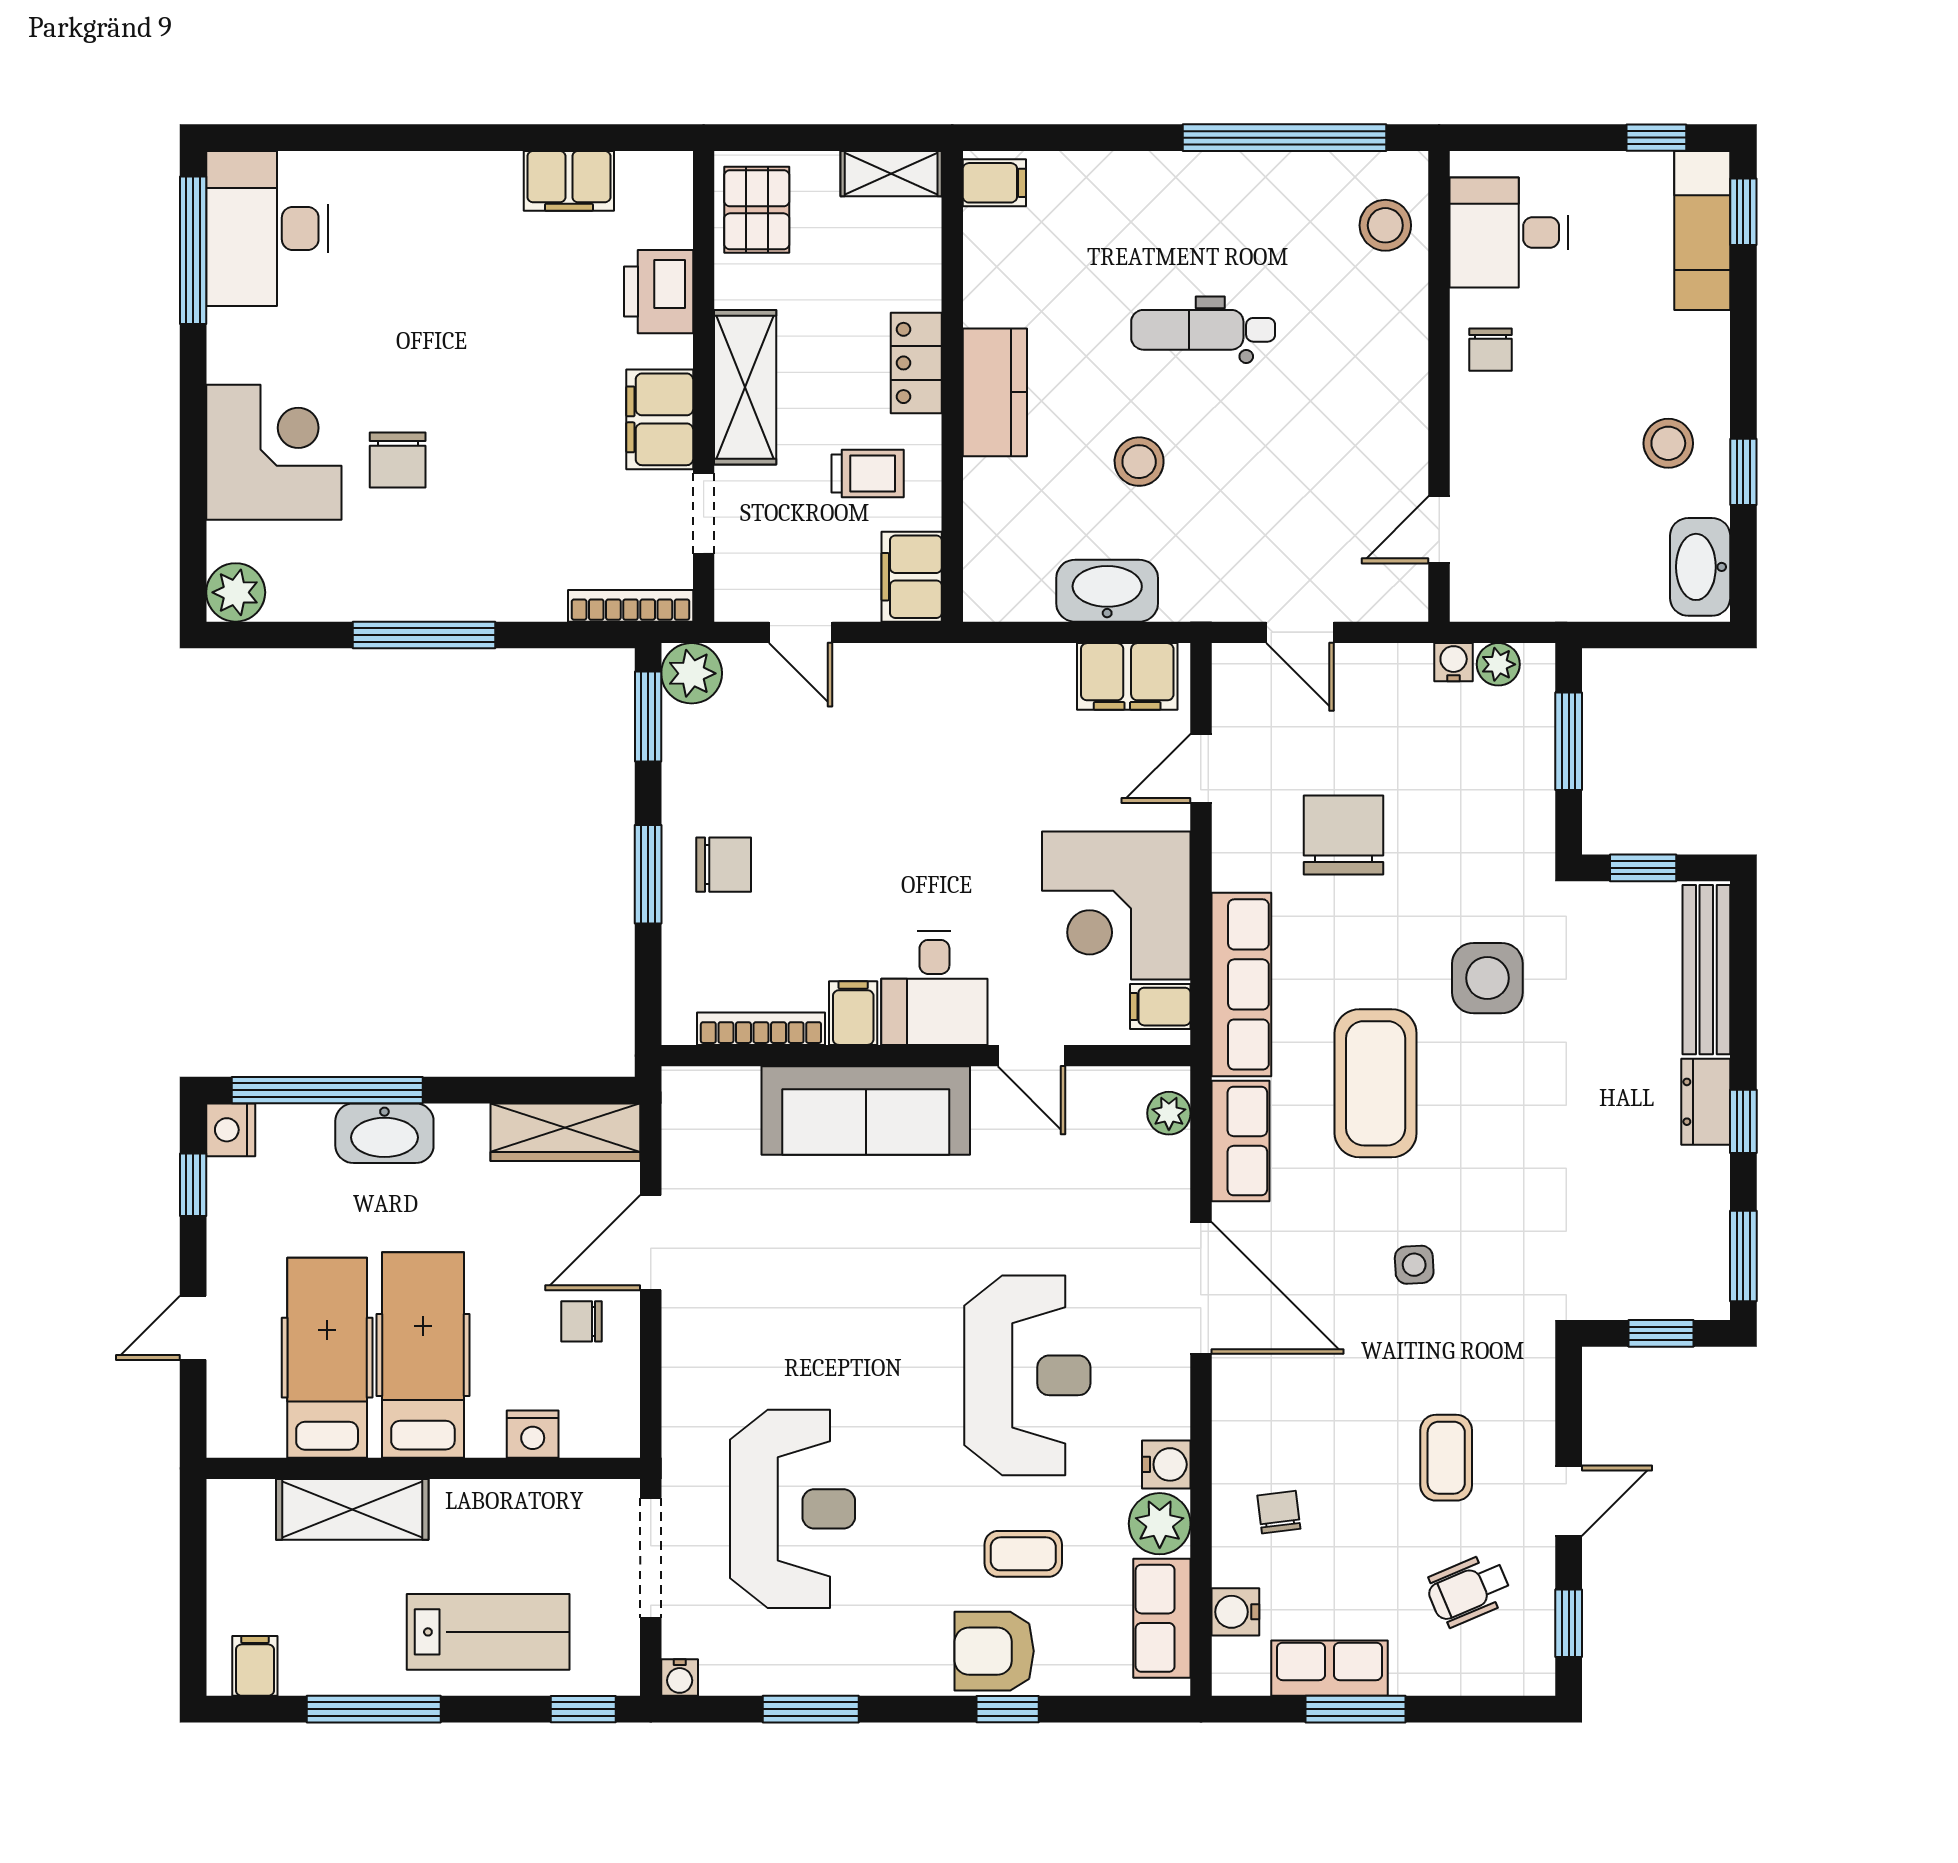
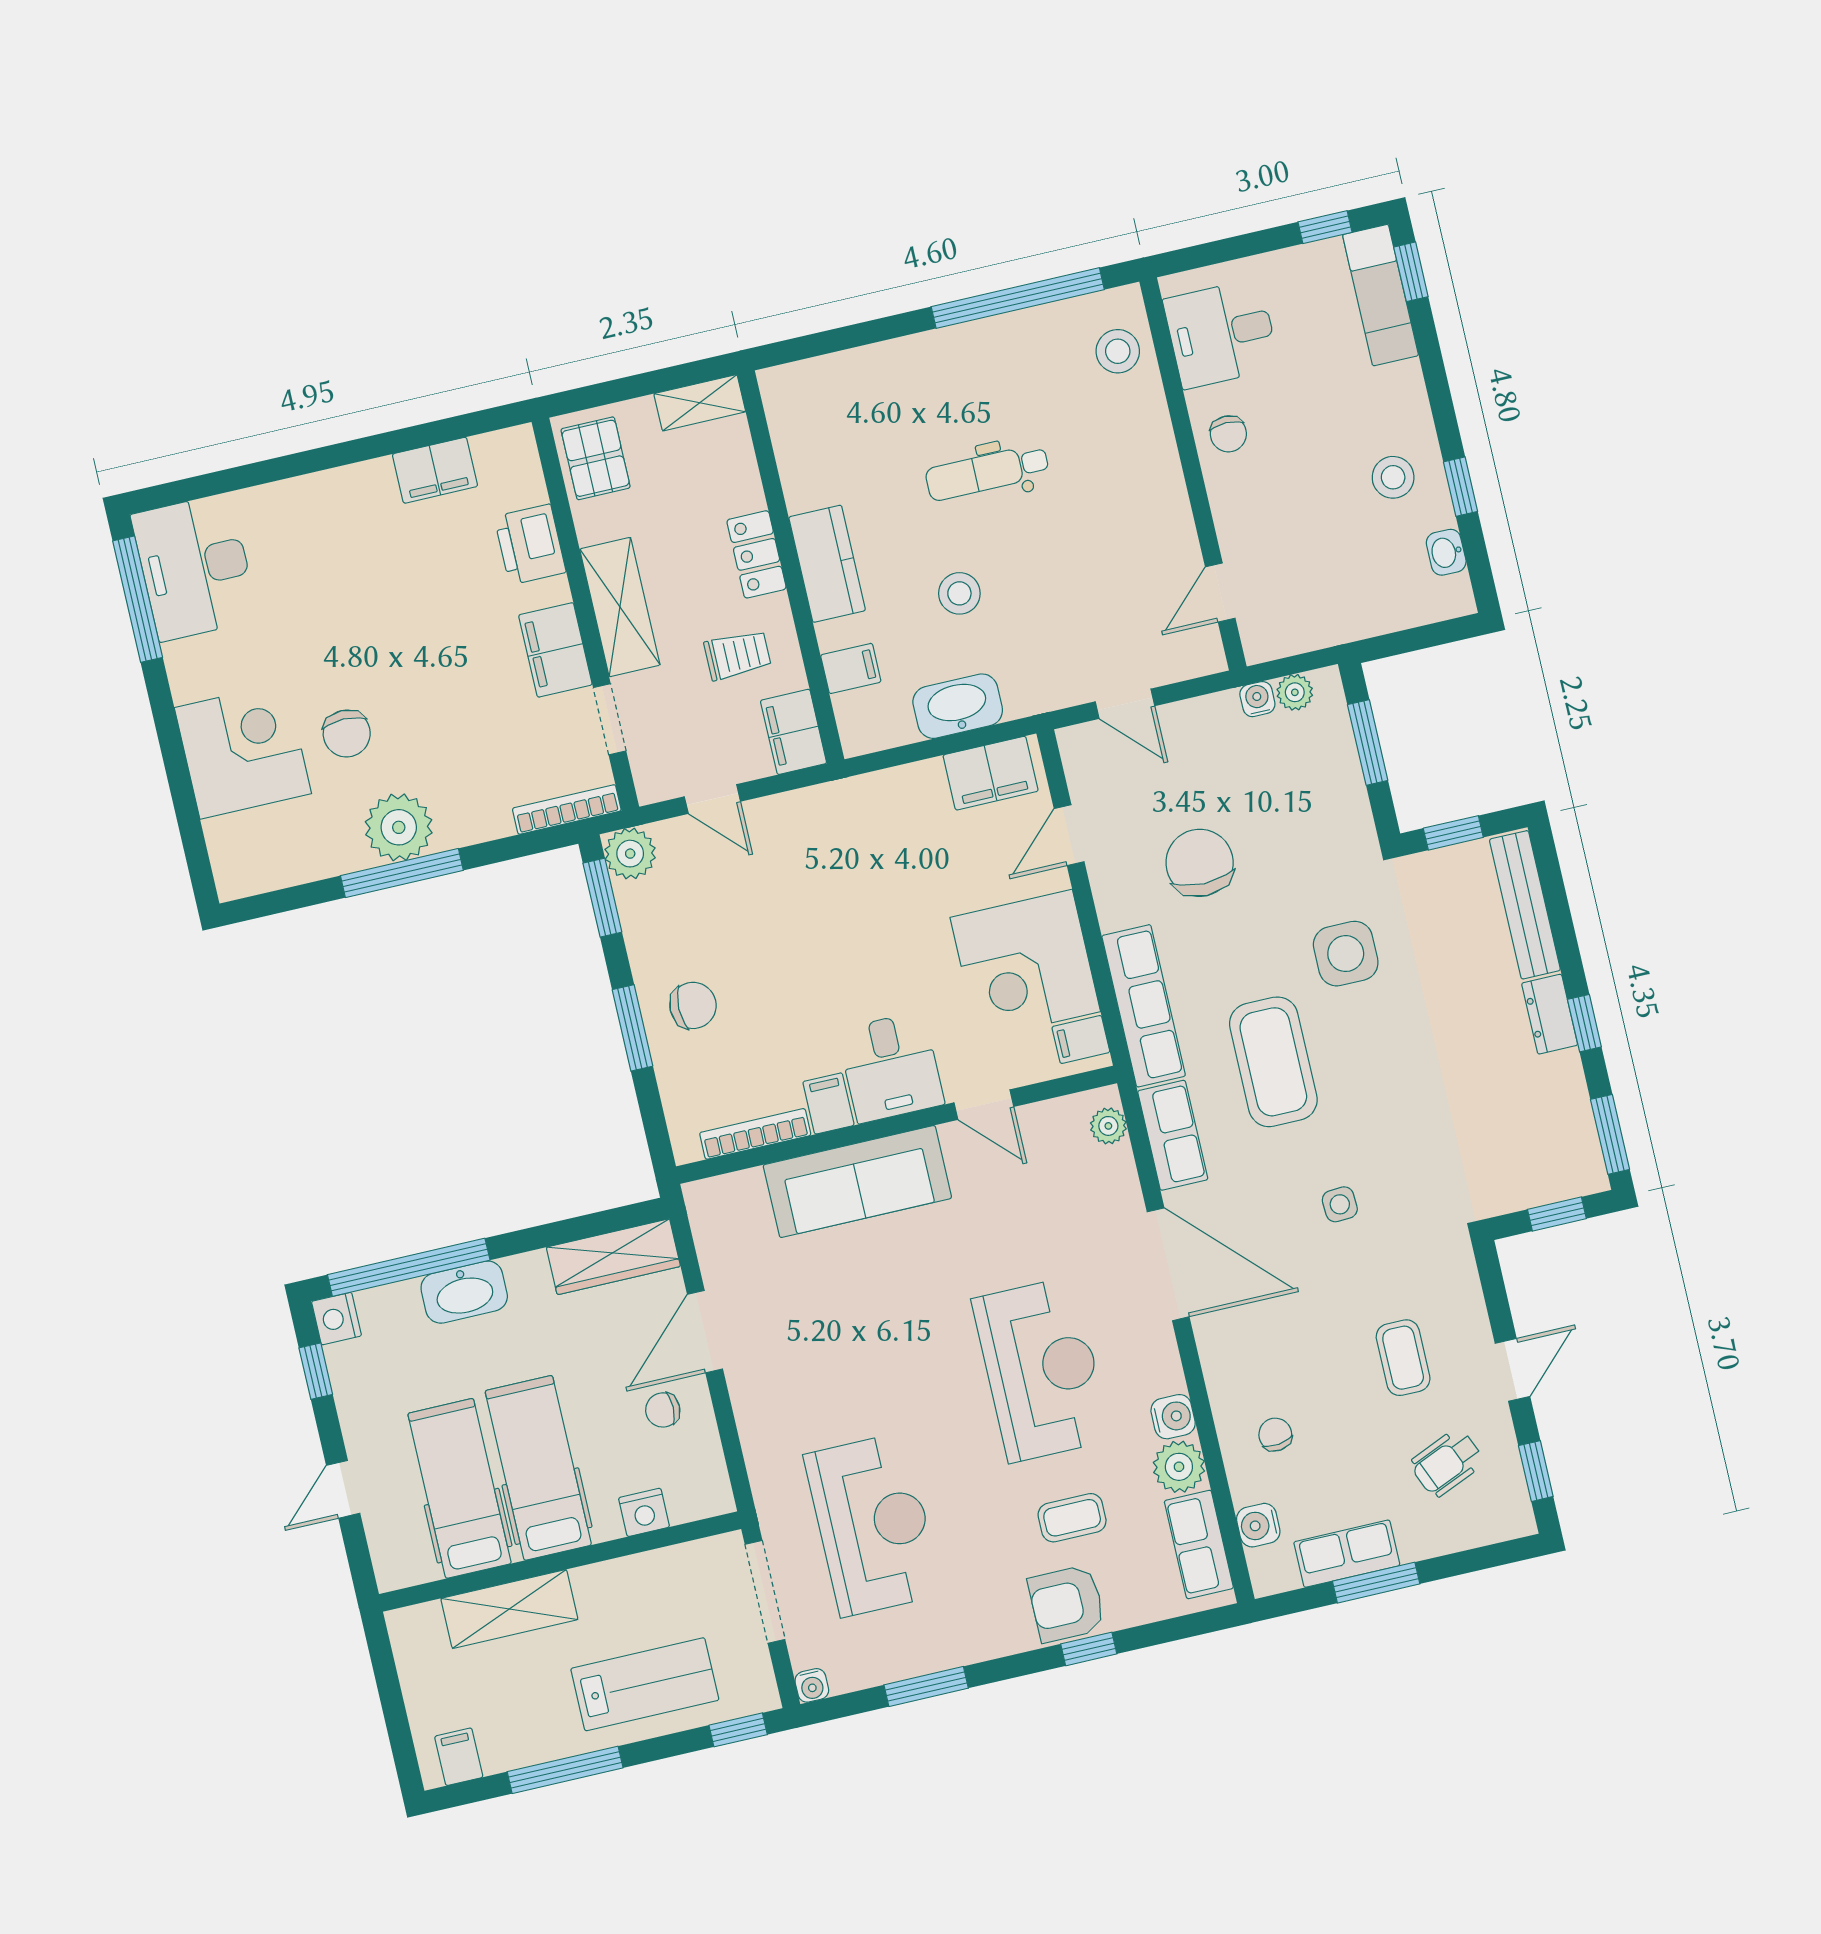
filing cabinet: (994, 183) -> (851, 668), moved
washbasin: (1700, 567) -> (1446, 552), width x0.52, depth x0.69
plant: (236, 592) -> (399, 827), moved, width x1.36, depth x1.36

